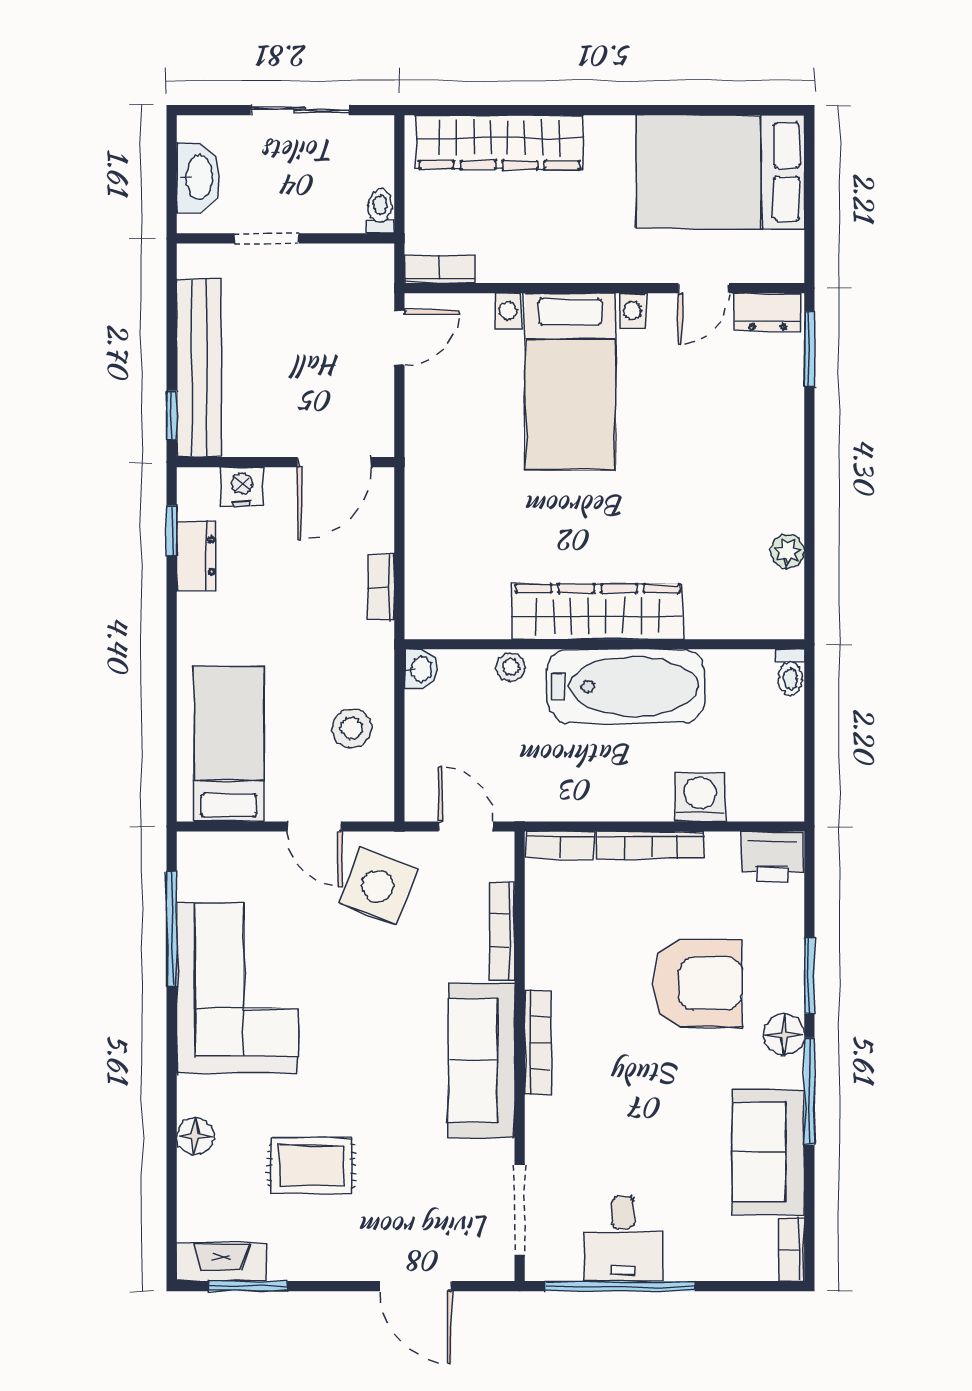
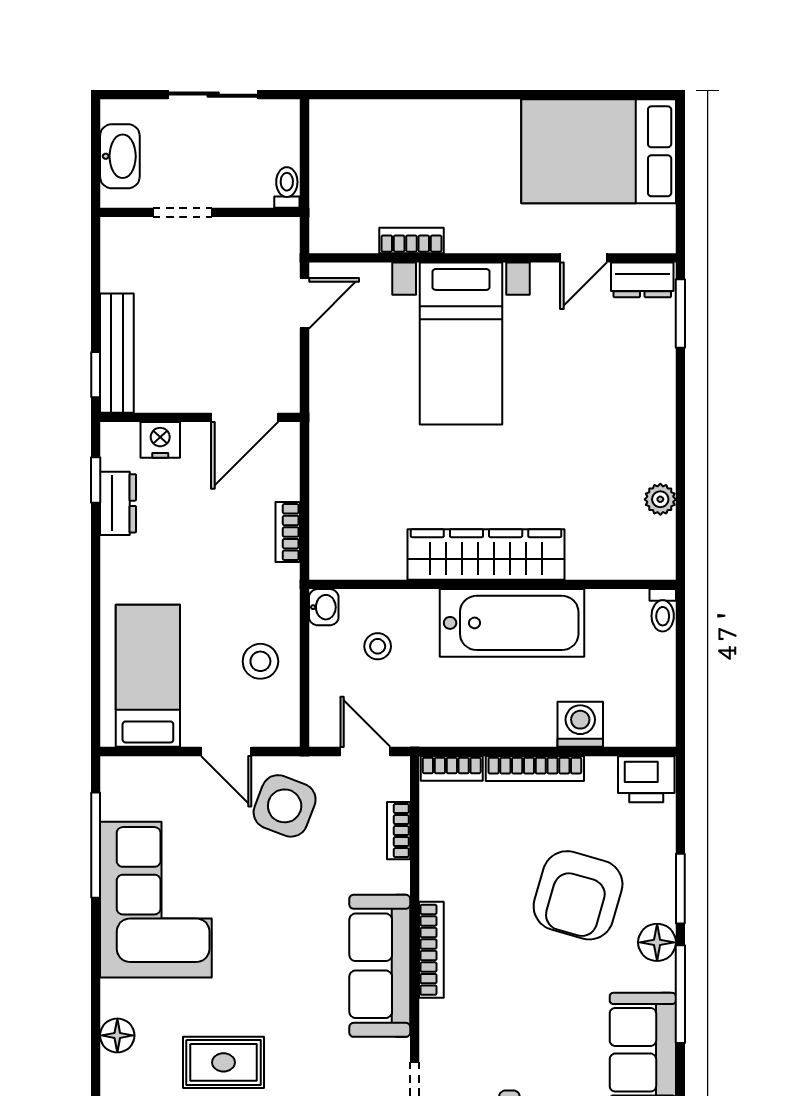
wardrobe: (499, 142) -> (396, 124), removed
bookcase: (439, 269) -> (411, 240), moved
bench: (199, 368) -> (117, 353), width x0.73, depth x0.82
stool: (511, 667) -> (378, 646), moved
bookcase: (502, 930) -> (399, 831), width x0.64
armchair: (698, 983) -> (578, 895), turned 106

